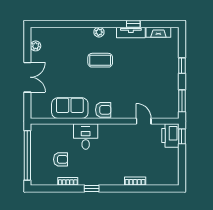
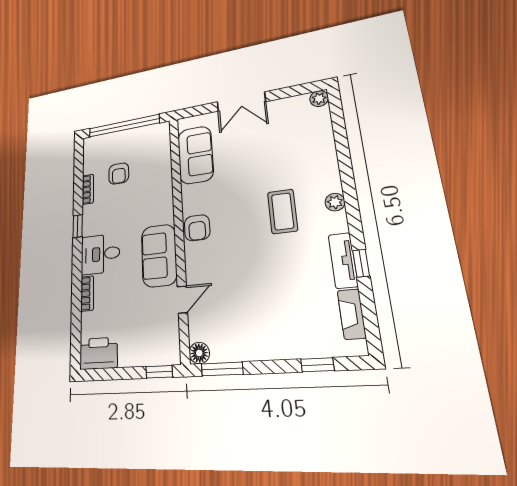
plant: (36, 46) -> (319, 99), moved
window: (182, 66) -> (317, 365), moved
sofa: (70, 108) -> (195, 155), moved
floor lamp: (173, 113) -> (199, 353), added
sofa: (117, 134) -> (159, 255), added
printer: (170, 135) -> (99, 353), moved
desk: (86, 136) -> (100, 254), moved, turned 180

